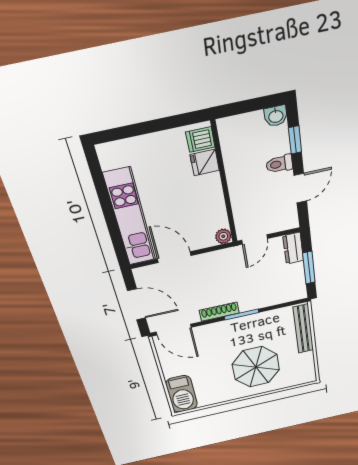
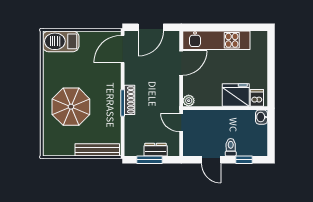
washbasin: (276, 116) -> (261, 117), moved
fridge: (205, 162) -> (236, 95), width x1.88, depth x1.34
dresser: (293, 248) -> (156, 150), moved
shoe rack: (219, 312) -> (129, 100), moved

